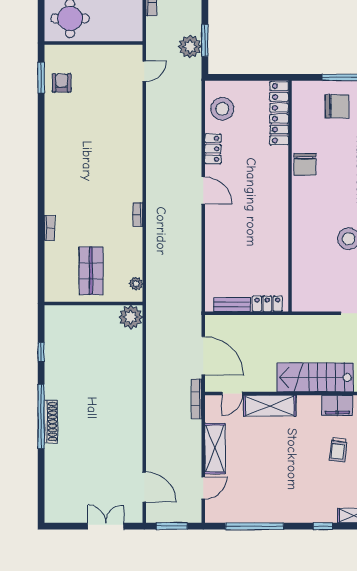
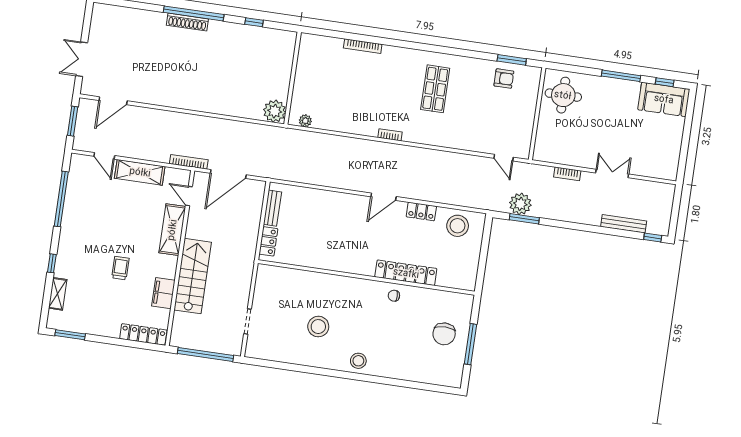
locker: (279, 113) -> (406, 273), moved
chair: (305, 164) -> (394, 296), width x0.54, depth x0.54
bookcase: (138, 215) -> (390, 135), moved
bookcase: (49, 228) -> (363, 46), width x1.56
shop shelf: (91, 271) -> (435, 89), moved, turned 90
trolley: (338, 450) -> (120, 268), moved, turned 83
double door: (106, 526) -> (82, 59), swing flipped

